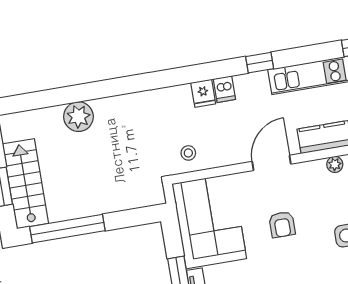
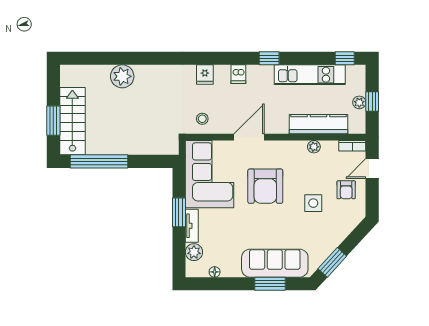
fridge: (203, 93) -> (205, 75), moved
door: (272, 163) -> (249, 137), moved
armchair: (282, 224) -> (265, 186), width x1.88, depth x1.88

